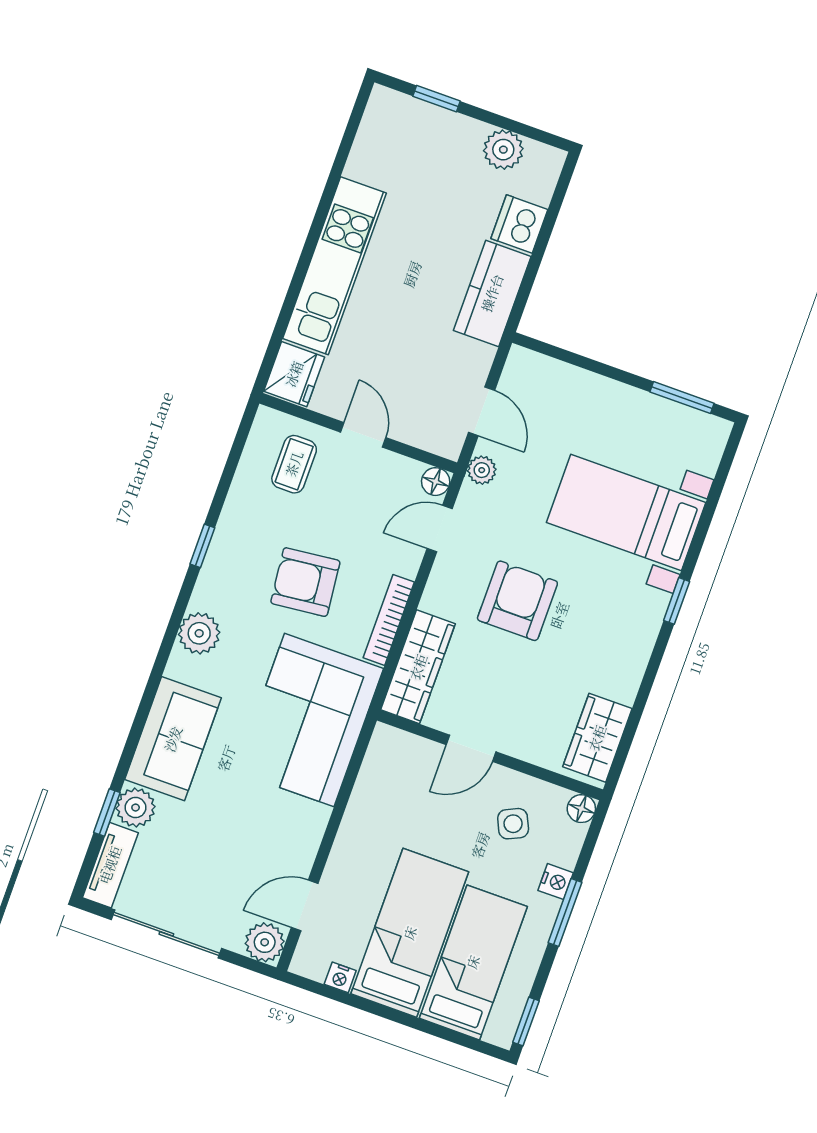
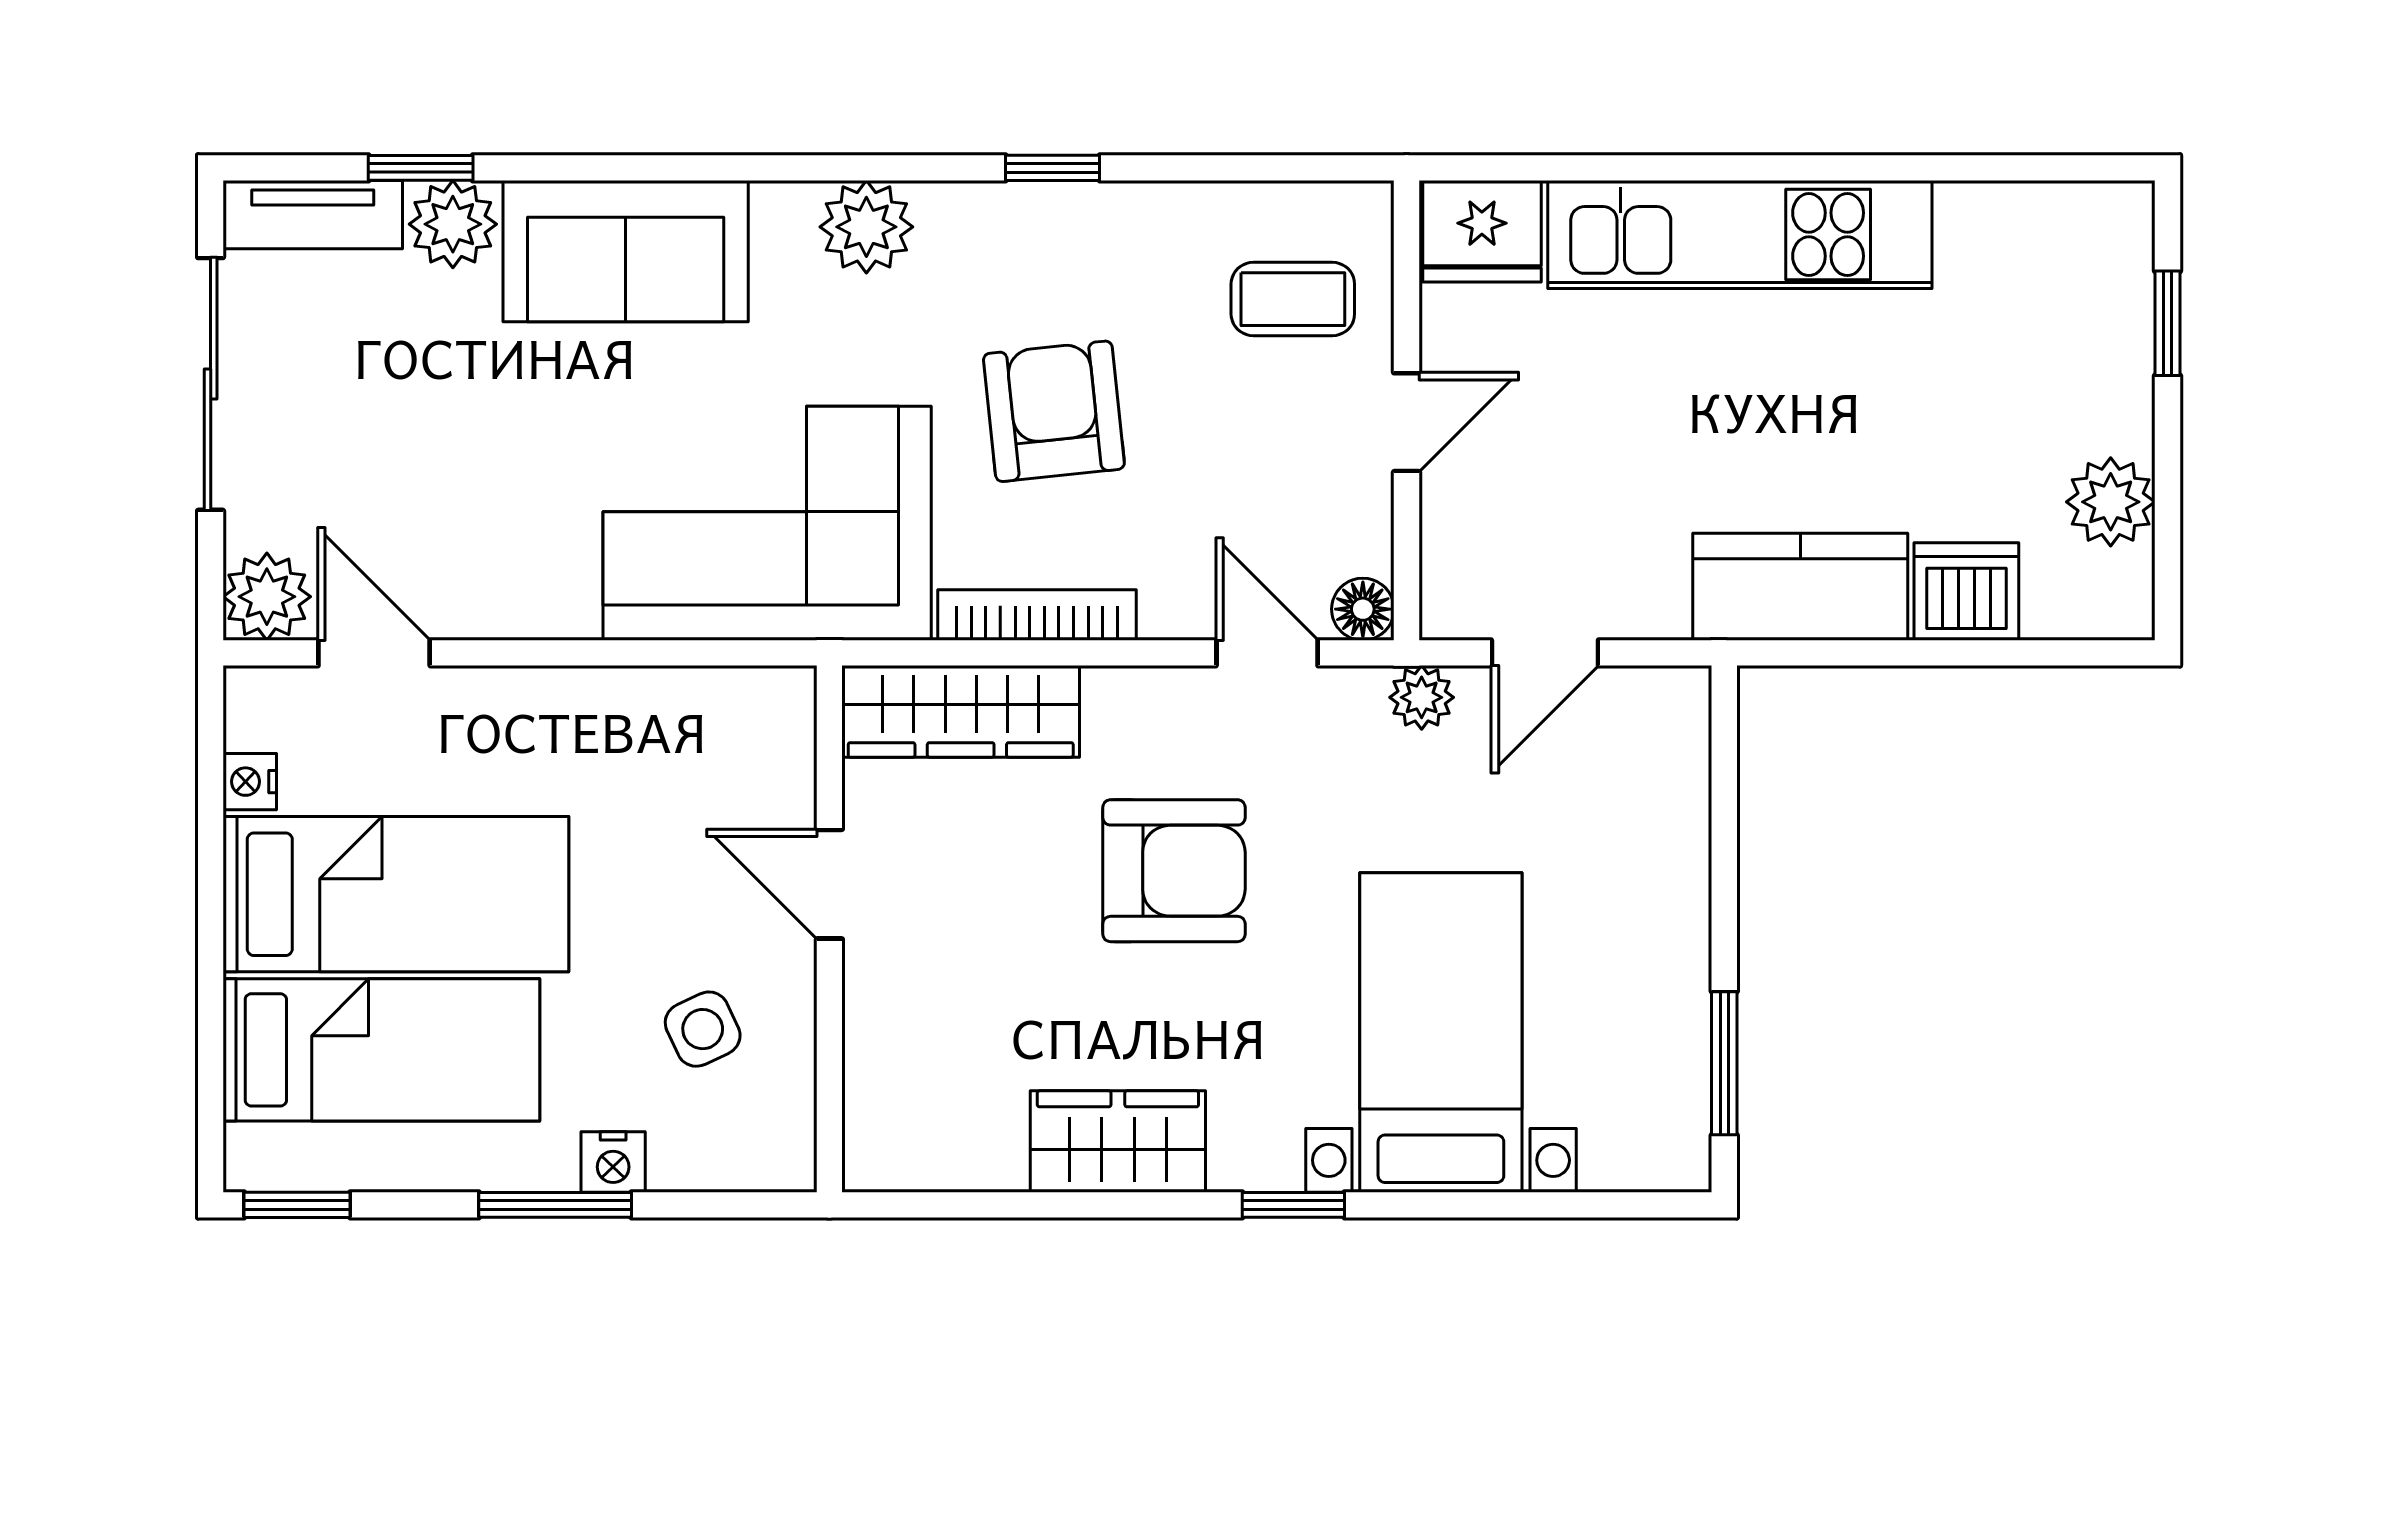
wardrobe: (597, 738) -> (1118, 1142), moved
floor lamp: (581, 809) -> (786, 1161), removed

